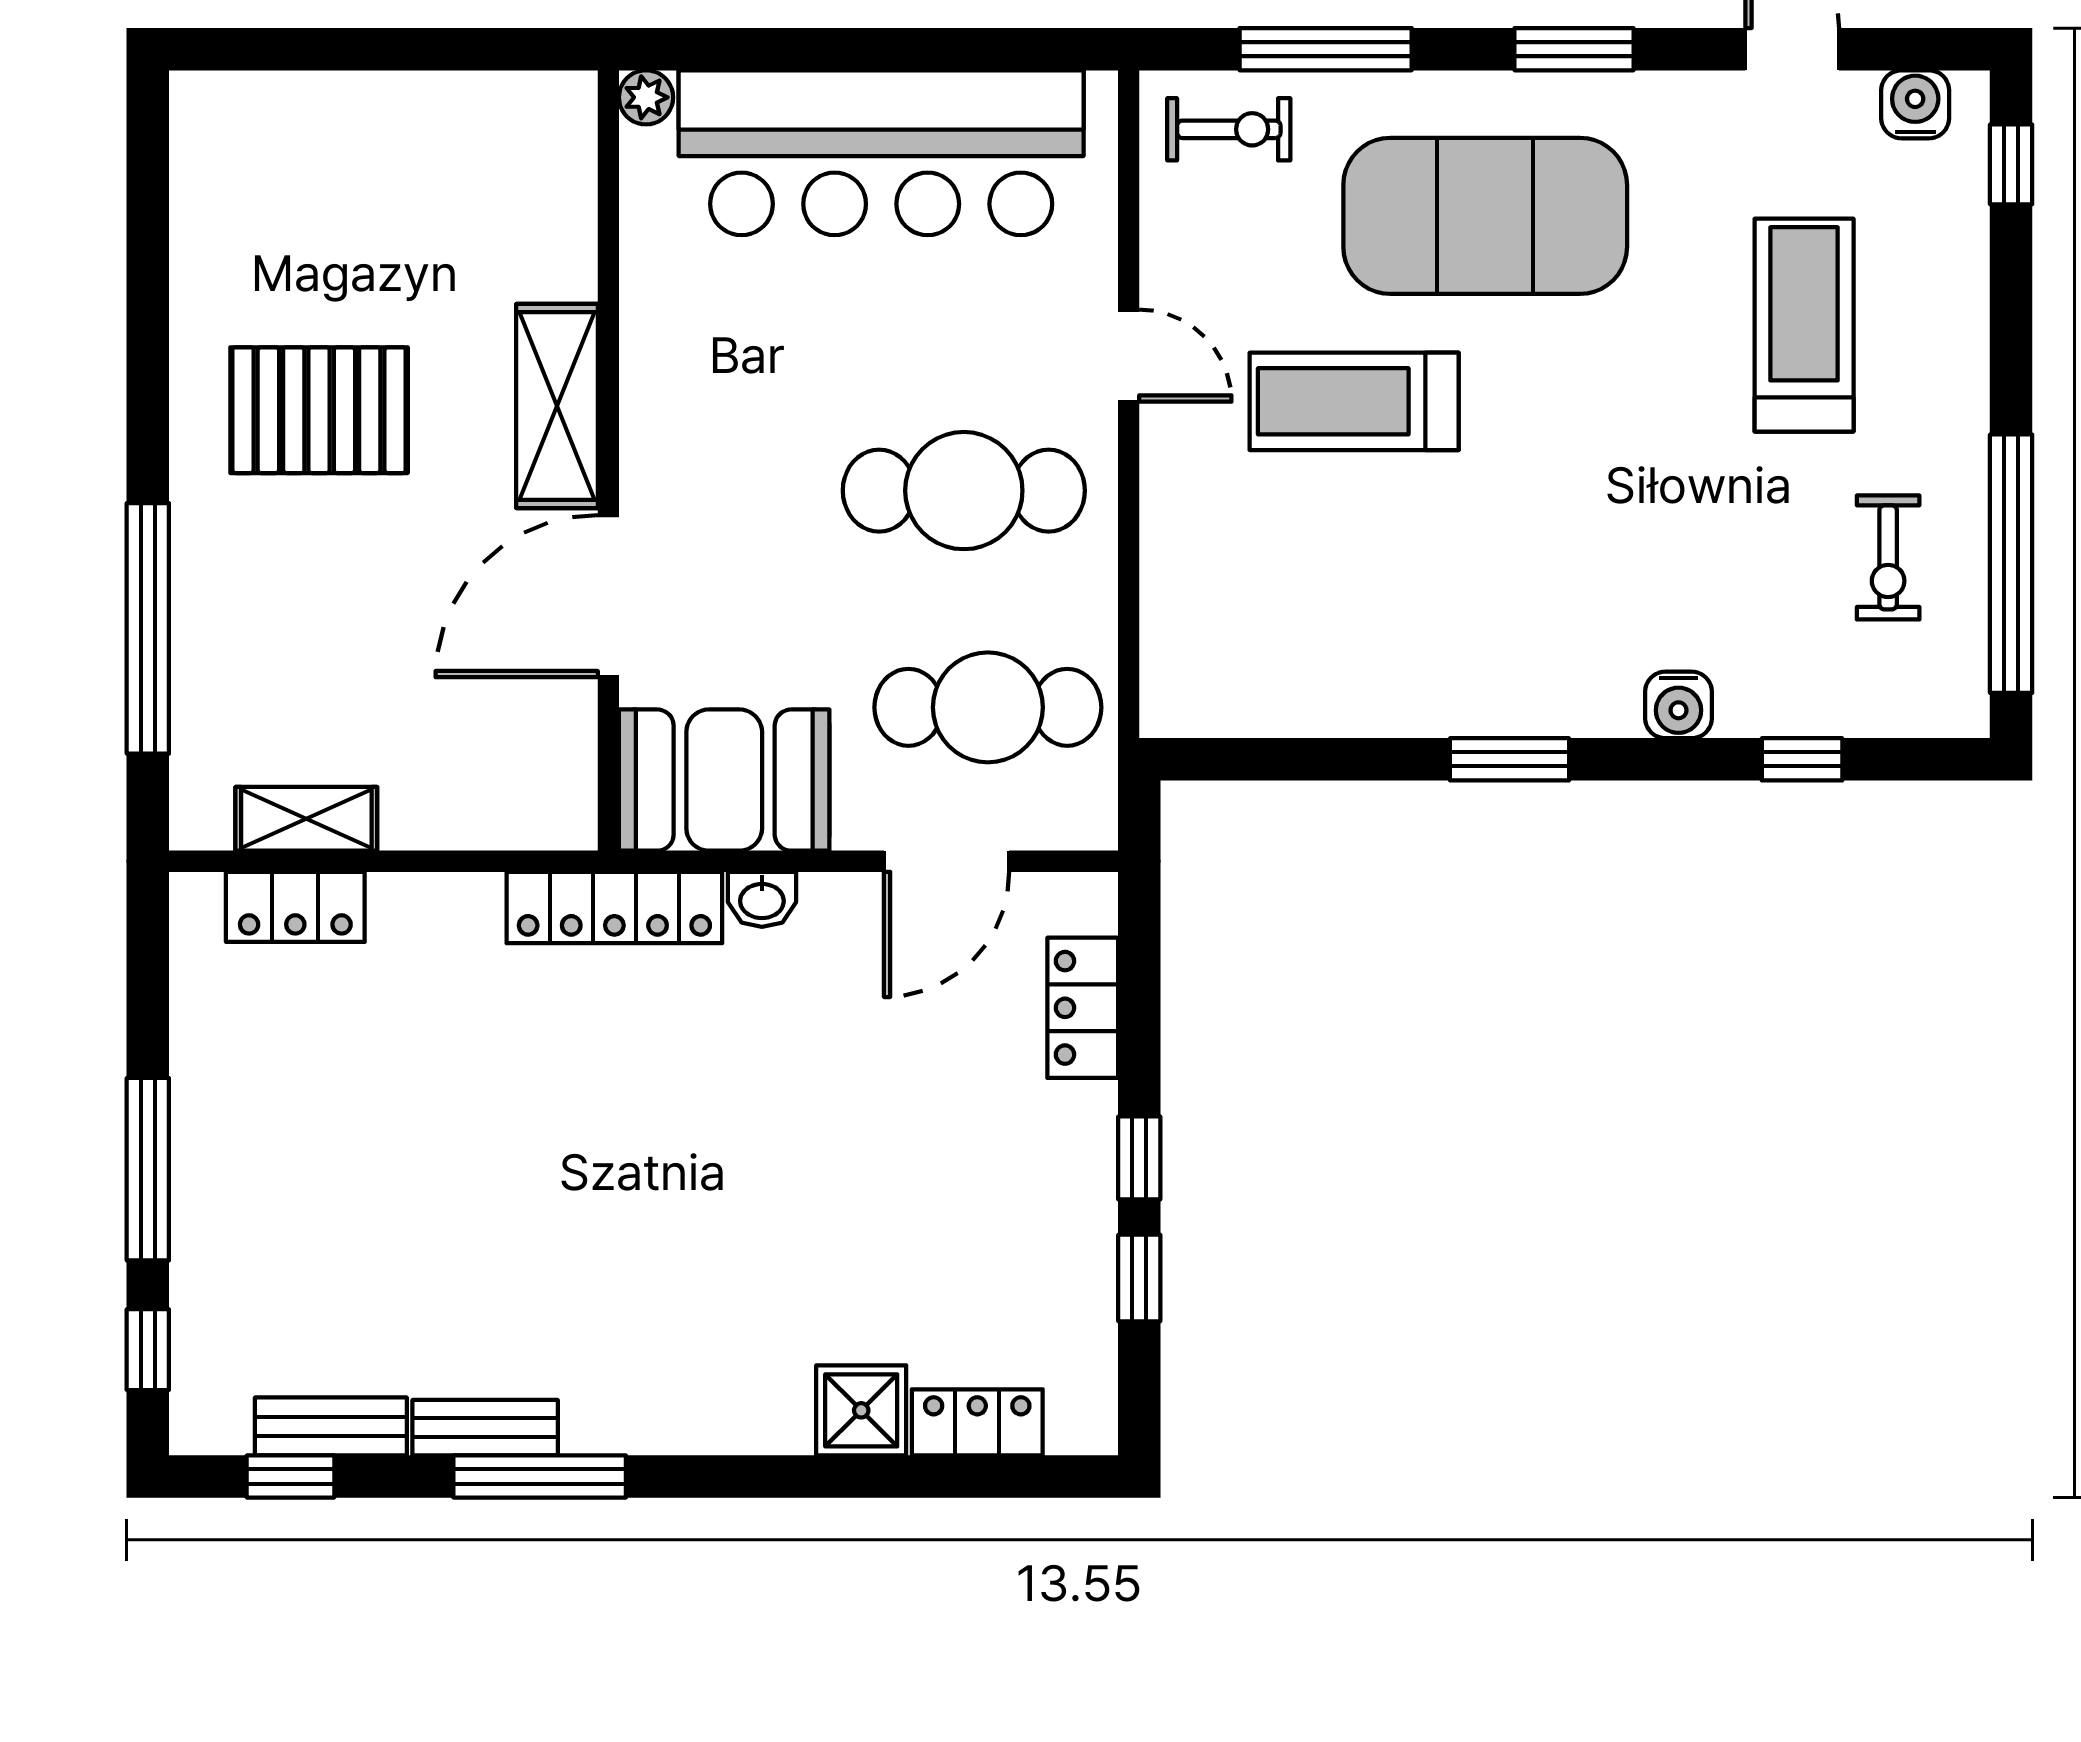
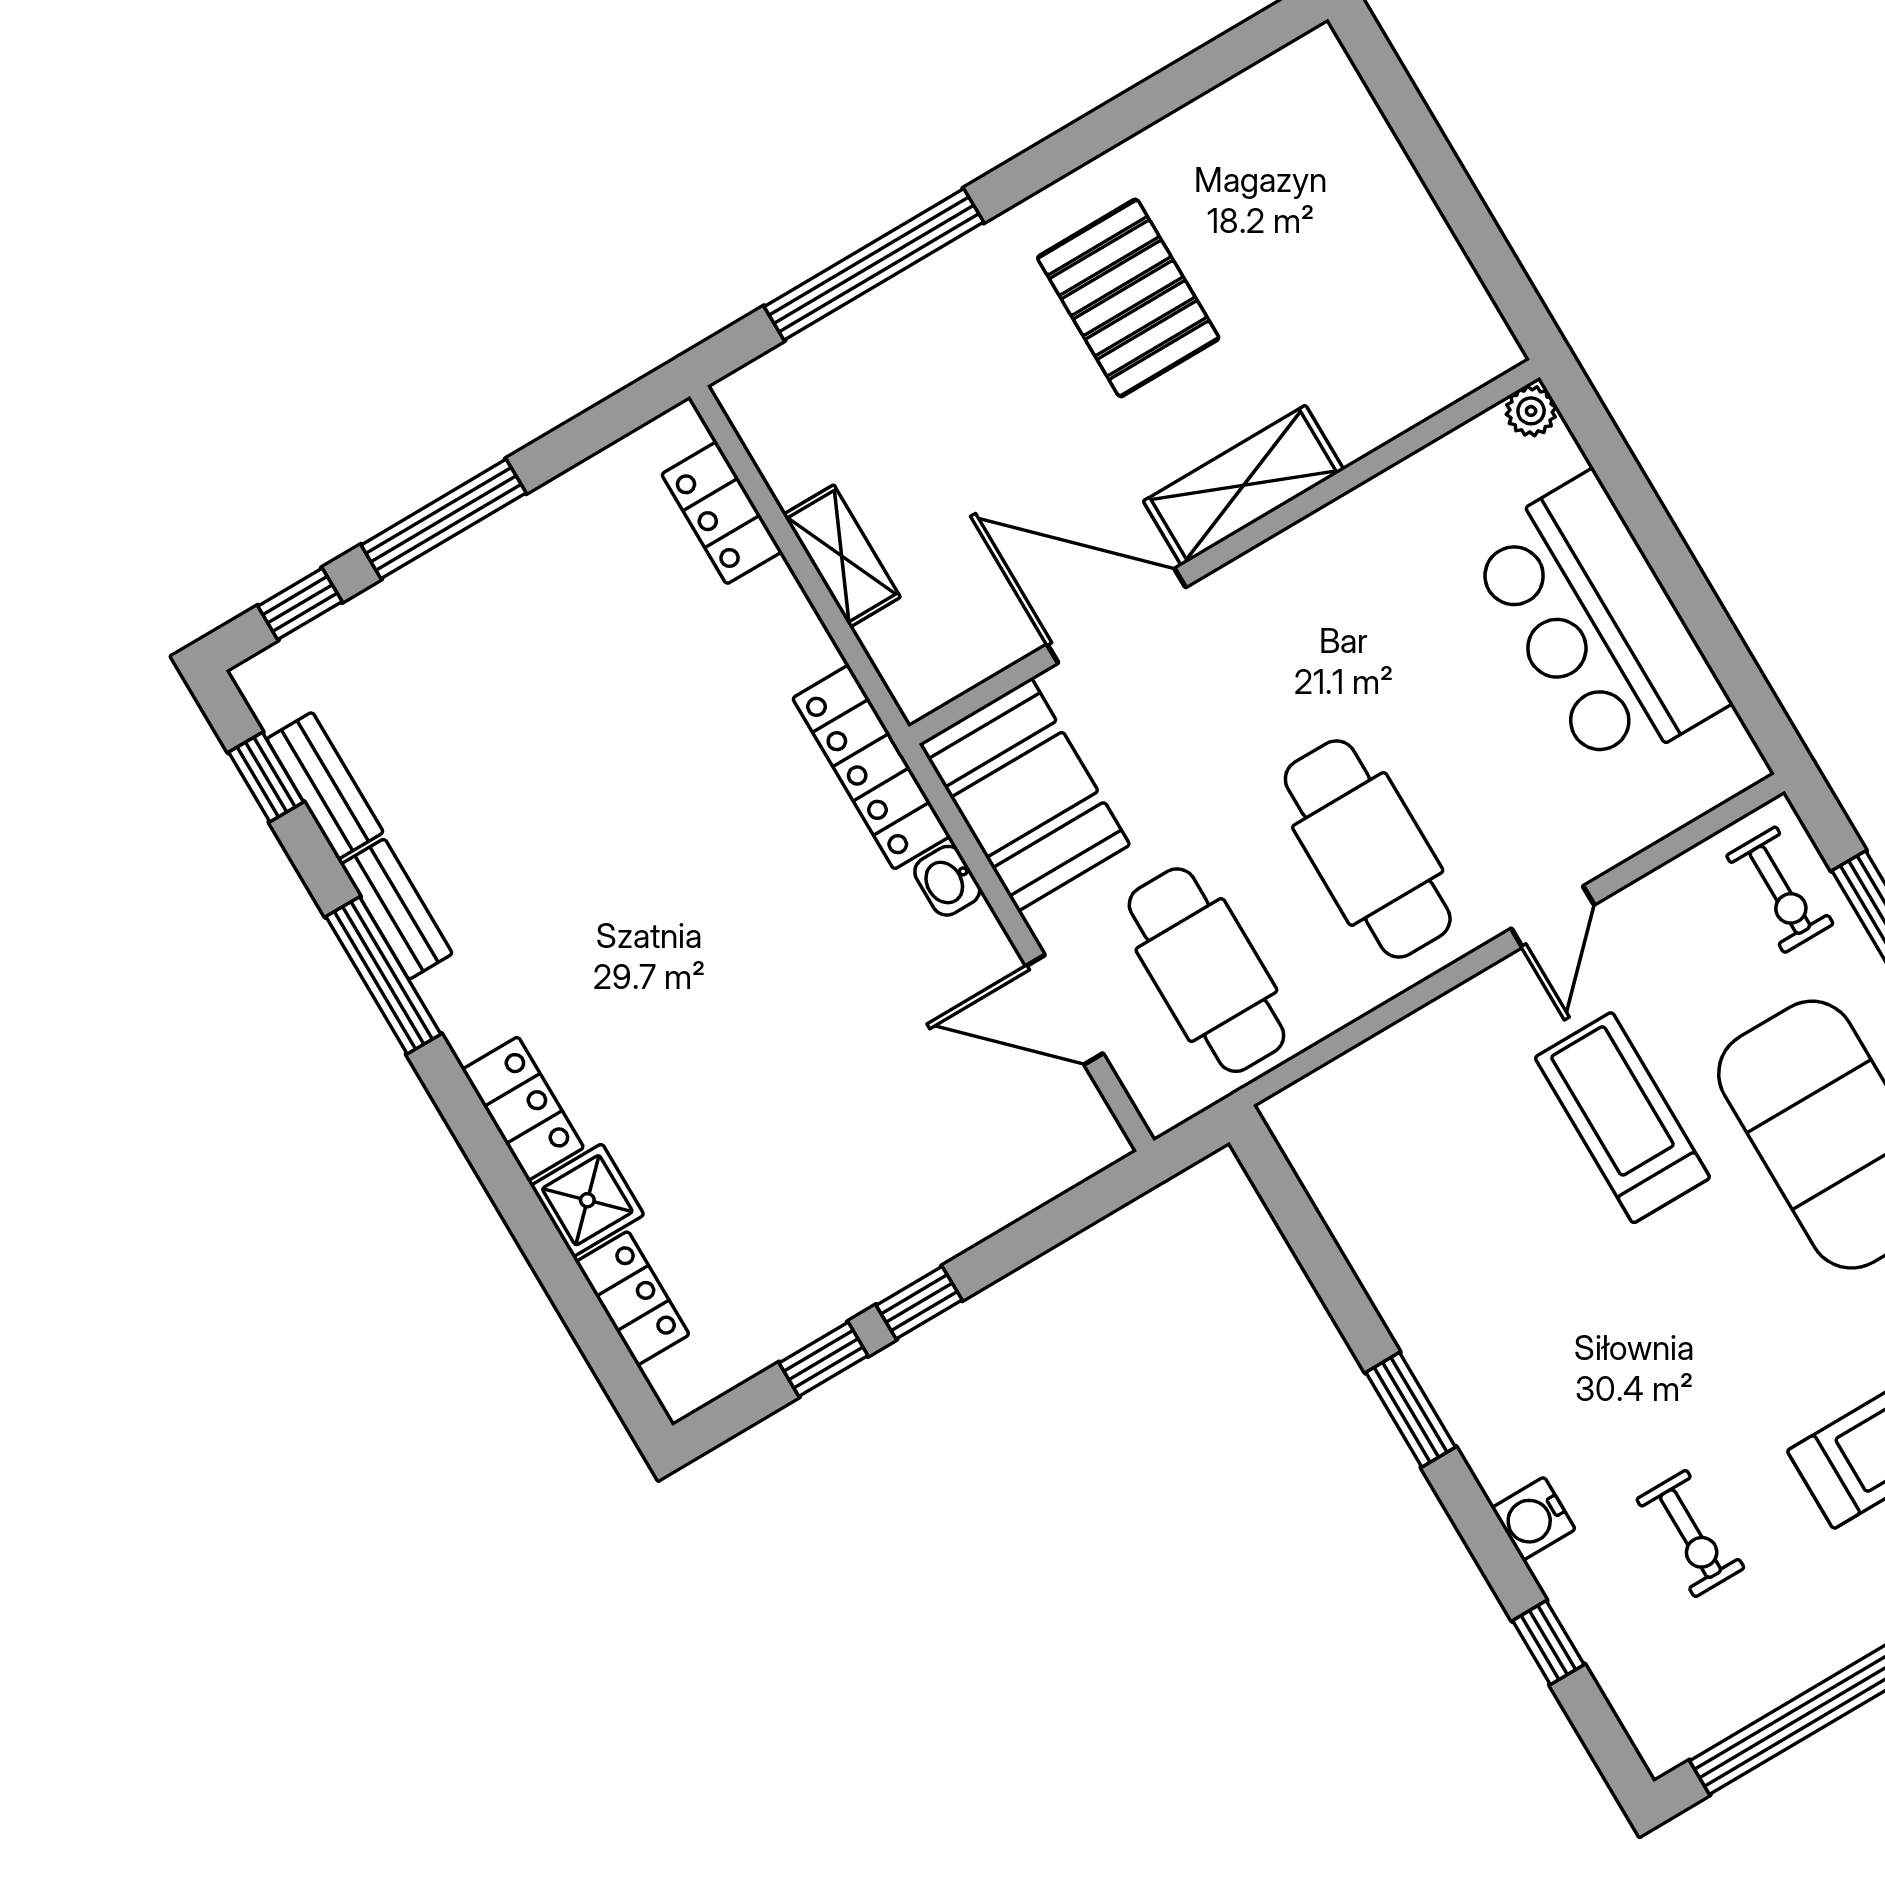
bar counter: (881, 153) -> (1598, 624), width x0.73
exercise bike: (1888, 557) -> (1690, 1534), moved, turned -90
shelving: (306, 819) -> (842, 556), moved
locker: (1083, 1008) -> (523, 1109), moved, turned 90

